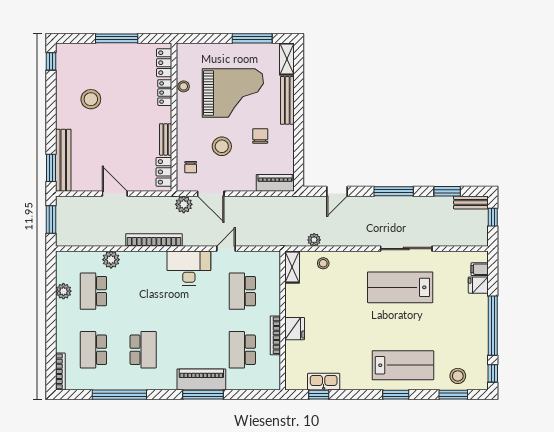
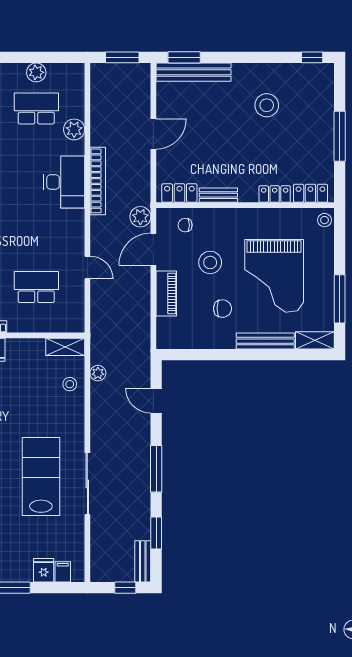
stool: (184, 86) -> (324, 220), moved
piano: (275, 183) -> (166, 293), moved
desk: (189, 268) -> (64, 182), moved

